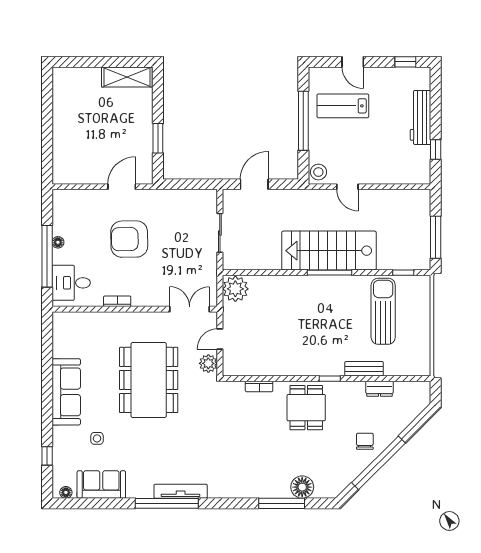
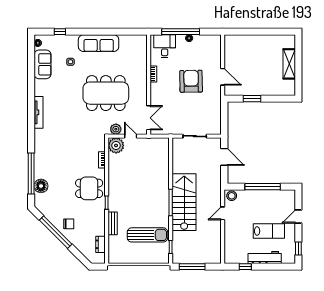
shelving: (127, 77) -> (289, 64), moved
lab bench: (343, 106) -> (269, 231), moved, turned 90
plant: (235, 289) -> (116, 145), moved
dresser: (379, 389) -> (101, 244), moved
window: (167, 503) -> (31, 104), removed
window: (282, 503) -> (31, 173), width x1.46

